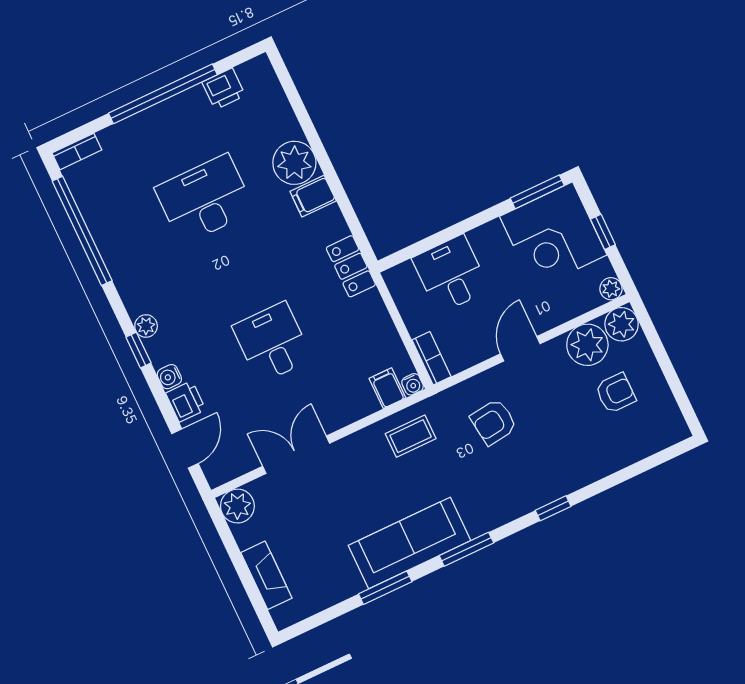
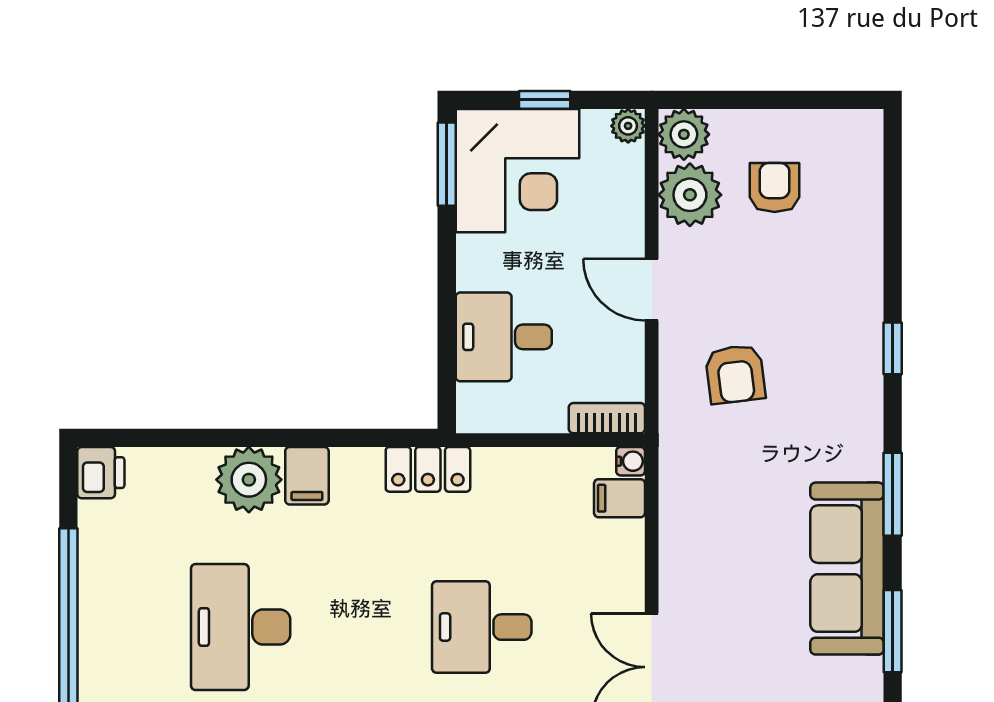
printer: (224, 89) -> (101, 473), moved
coffee table: (411, 436) -> (701, 498), removed

